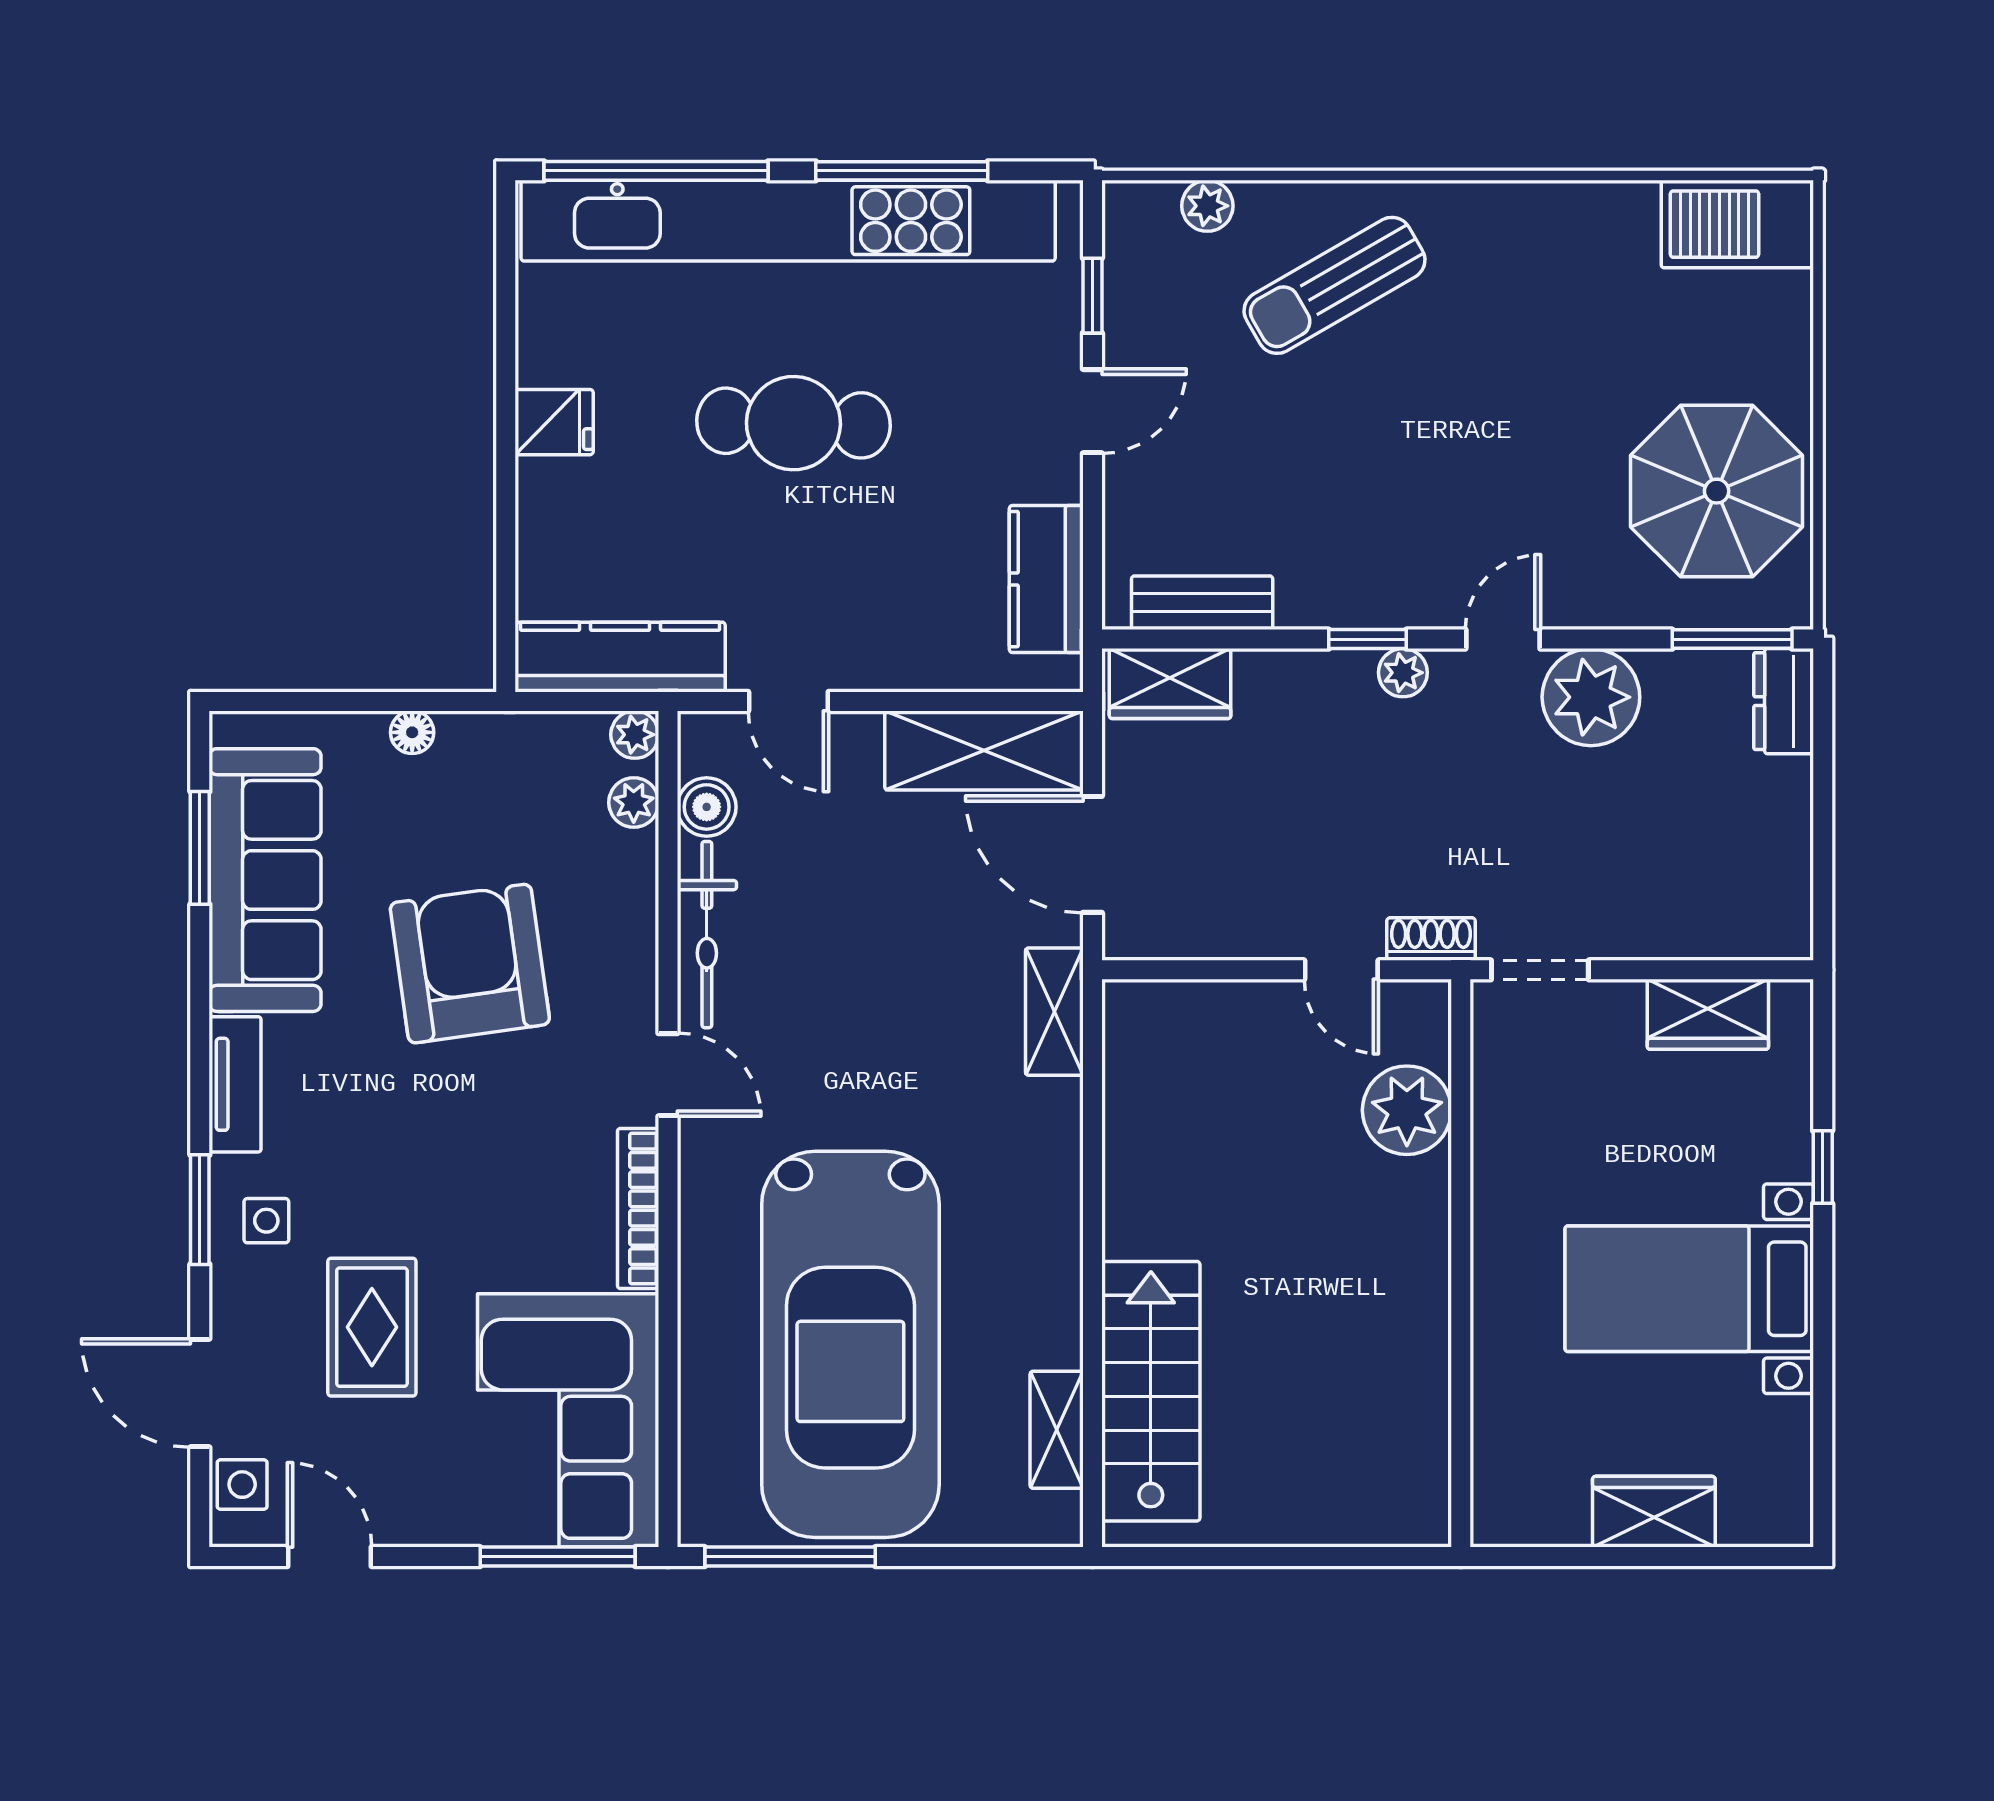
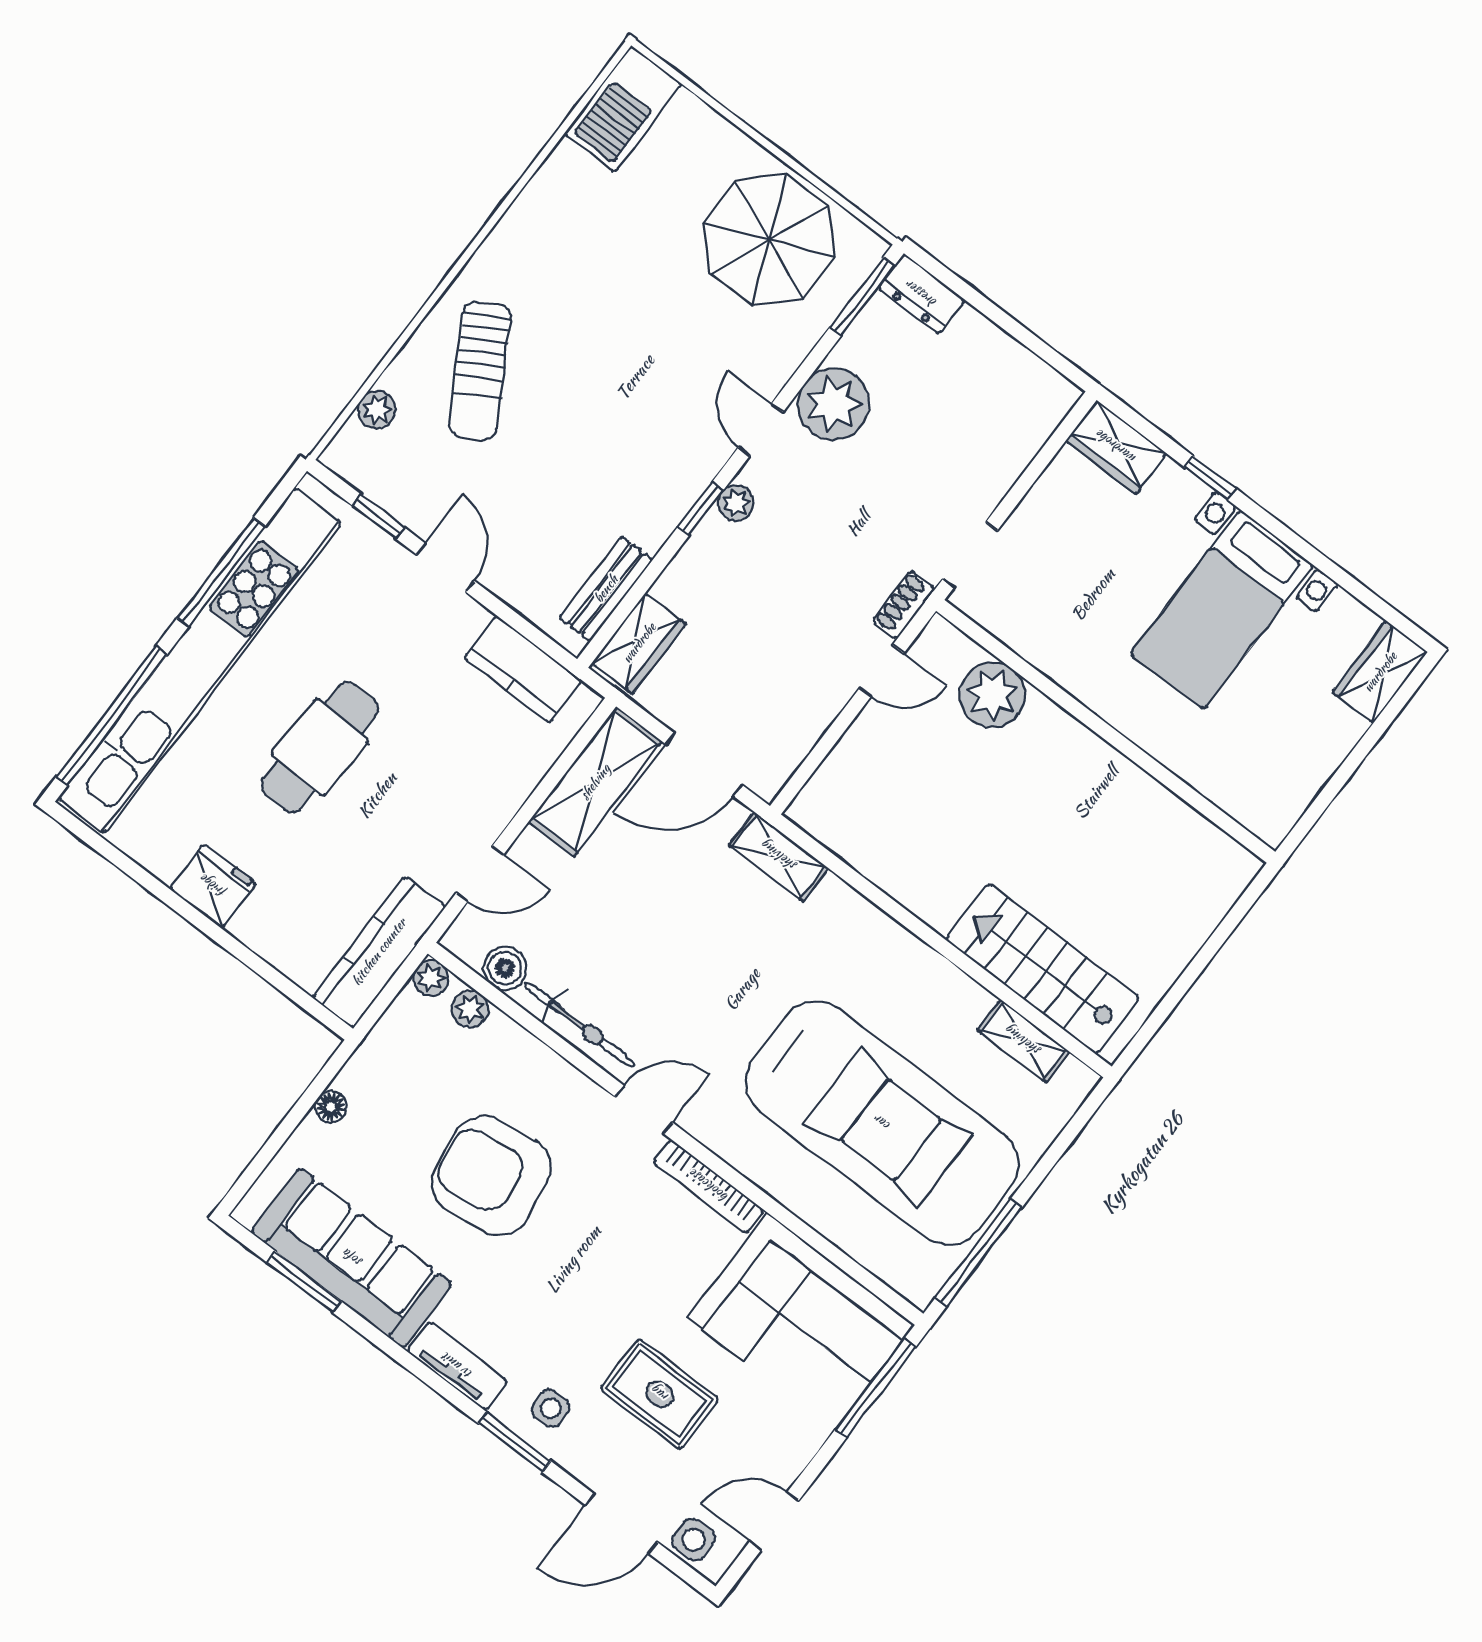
fridge: (554, 422) -> (213, 886), width x1.38
wardrobe: (1708, 1014) -> (1116, 447), moved, turned 90
wardrobe: (1654, 1512) -> (1380, 672), moved

